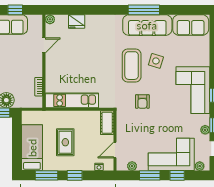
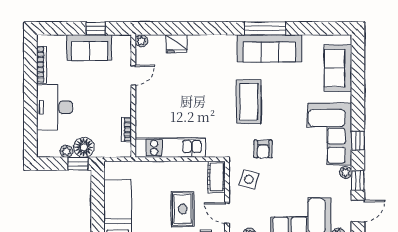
sofa: (191, 25) -> (338, 68), moved, turned 90
side table: (156, 61) -> (249, 179), moved
plant: (205, 130) -> (346, 172), moved
rug: (65, 142) -> (183, 209), moved
door: (115, 150) -> (227, 213), hinge flipped

